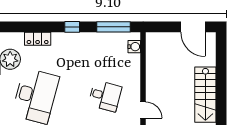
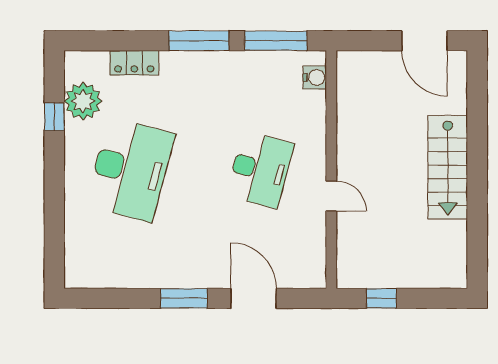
window: (72, 27) -> (199, 41), width x2.17
desk: (105, 96) -> (260, 170), width x1.37

